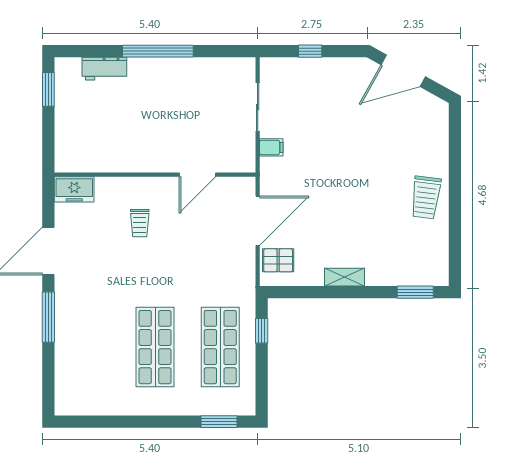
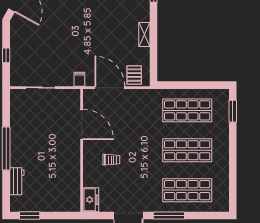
filing cabinet: (271, 147) -> (79, 79), moved
door: (197, 175) -> (82, 124), width x1.36
window: (262, 331) -> (177, 85), removed
shop shelf: (90, 347) -> (187, 190), added

